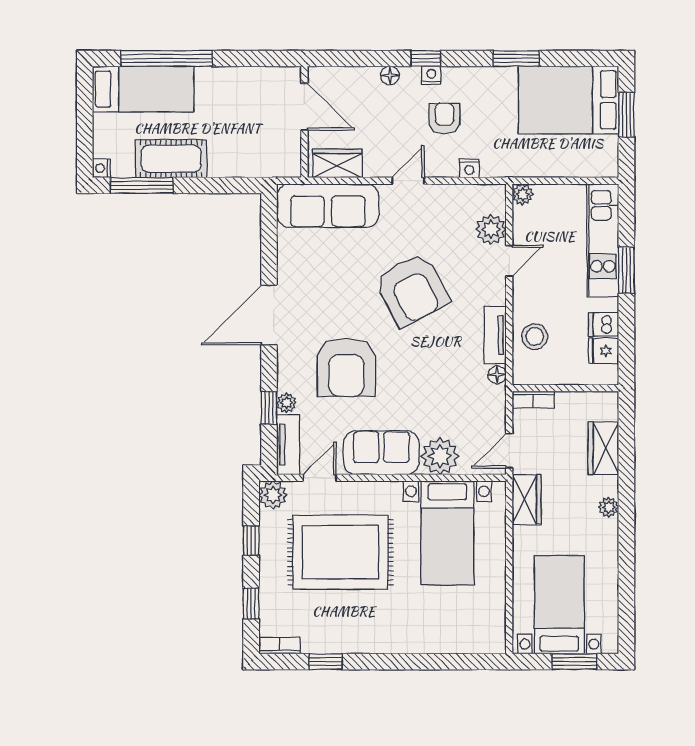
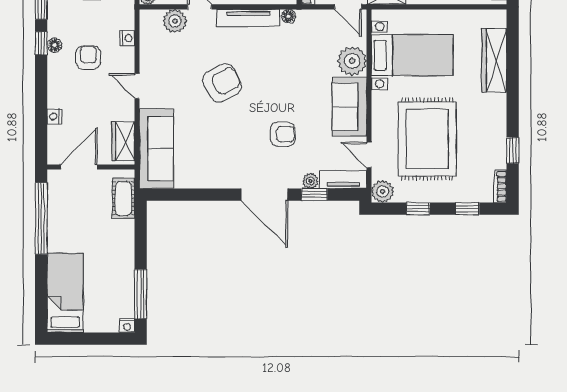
window: (167, 58) -> (41, 218), moved
window: (426, 58) -> (41, 43), moved
floor lamp: (390, 75) -> (55, 45), moved
nightstand: (431, 75) -> (54, 116), moved
armchair: (444, 119) -> (88, 57), turned 90
cot: (171, 159) -> (123, 198), moved, width x0.73, depth x0.75
armchair: (412, 290) -> (222, 83), width x0.73, depth x0.73
door: (269, 315) -> (264, 195), moved
tv unit: (495, 335) -> (248, 18), width x1.41
armchair: (346, 367) -> (283, 134), width x0.53, depth x0.53
wardrobe: (441, 638) -> (494, 60), added

